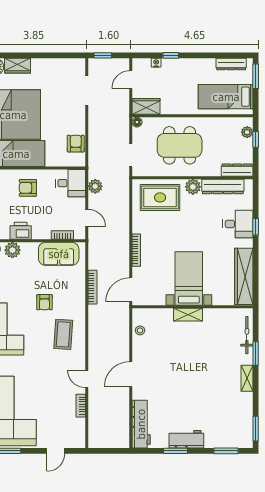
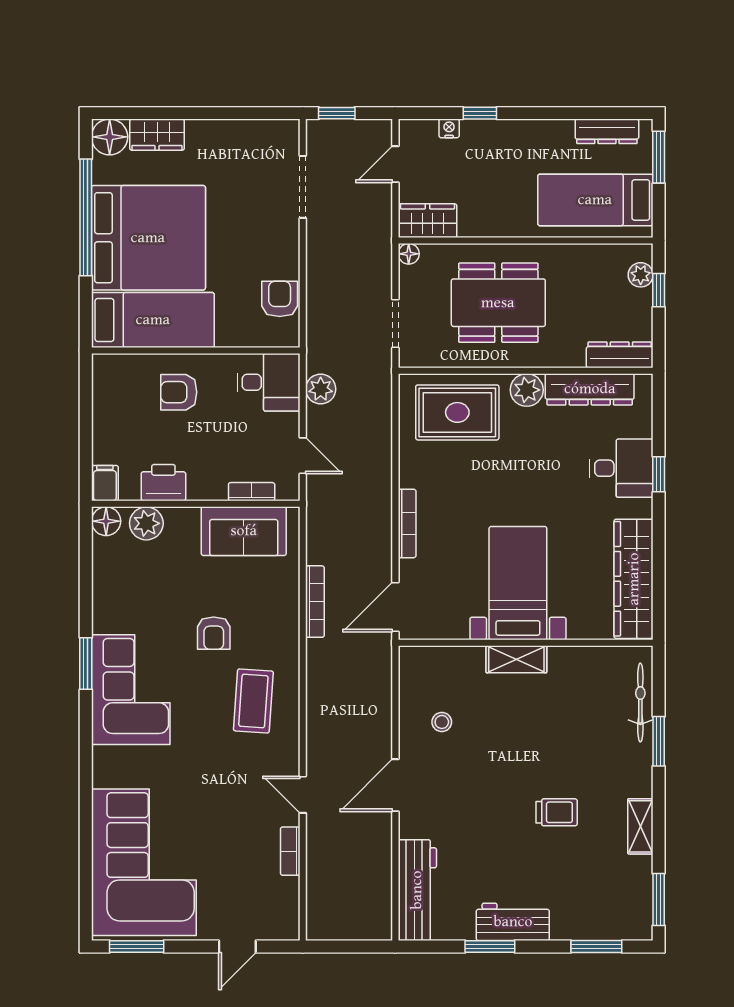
stool: (140, 330) -> (442, 722), moved
shelving: (247, 378) -> (640, 826), moved
trolley: (207, 387) -> (557, 812), added

